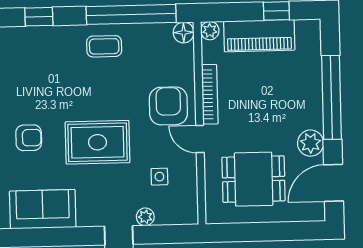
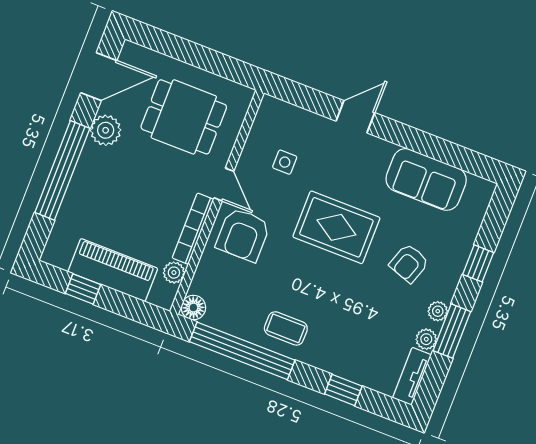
plant: (210, 31) -> (174, 273), moved
armchair: (29, 138) -> (409, 263), turned -71
plant: (145, 217) -> (318, 125), removed

